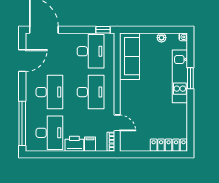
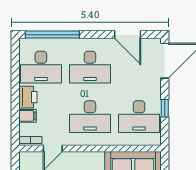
window: (103, 30) -> (165, 108), moved

